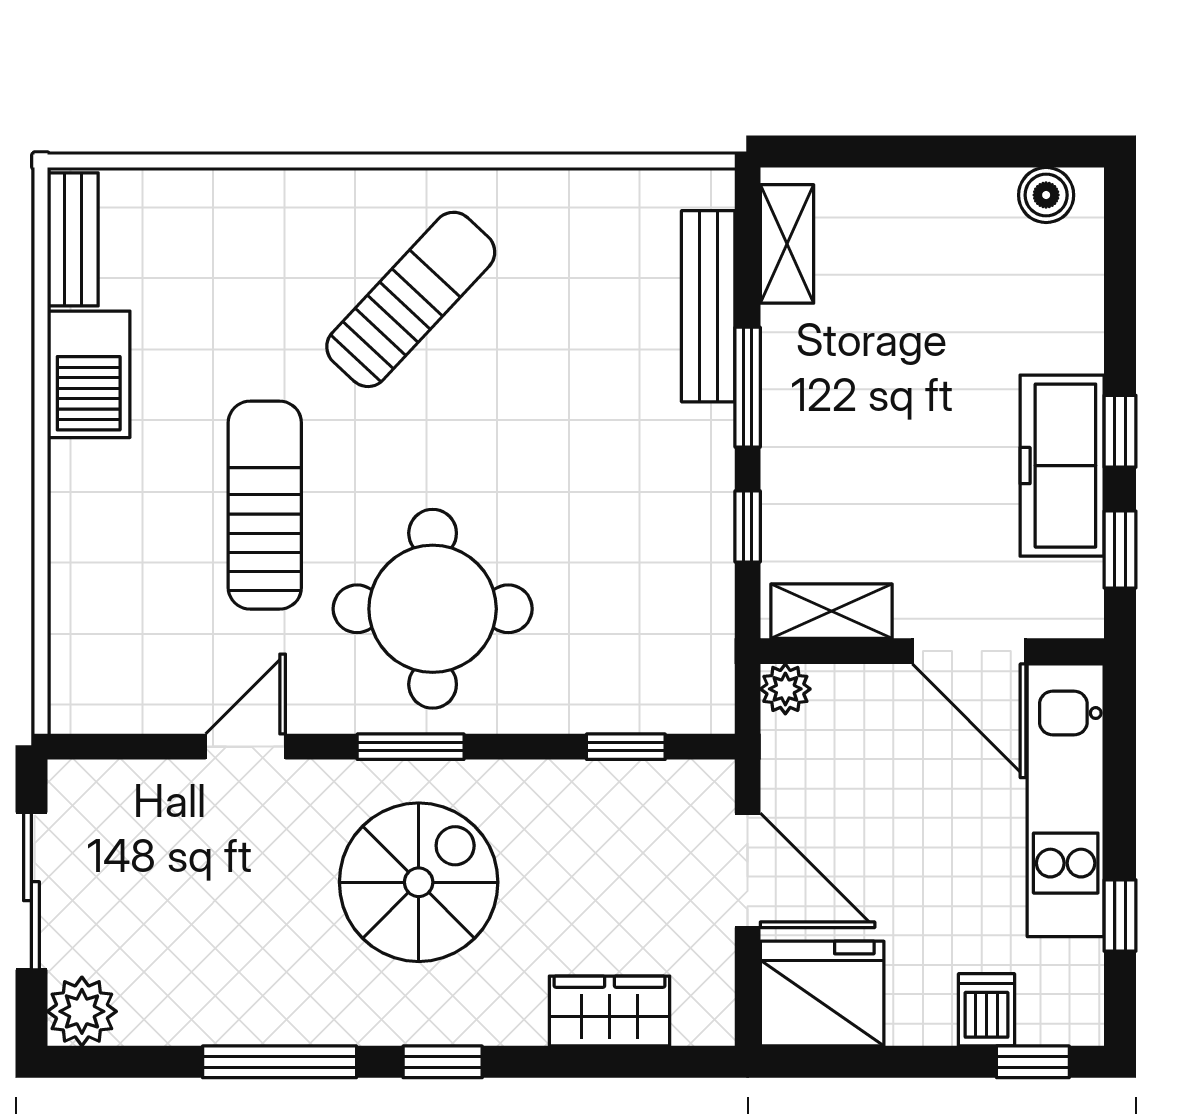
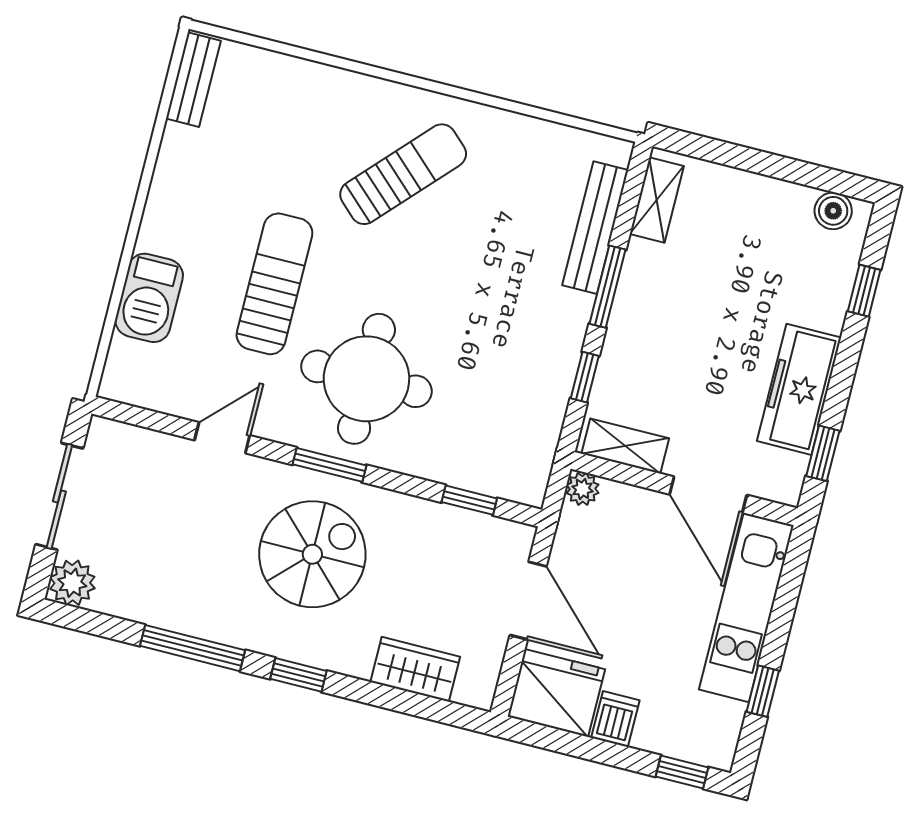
barbecue: (89, 374) -> (149, 298), moved
window: (1120, 431) -> (864, 291), moved
dishwasher: (986, 1010) -> (615, 719), moved

